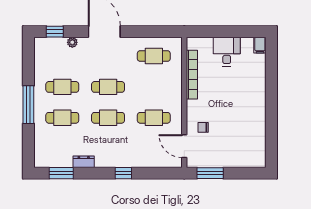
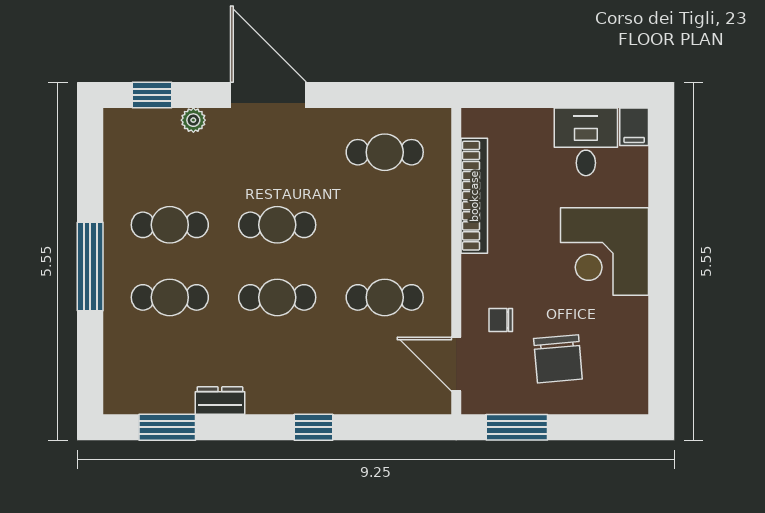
desk: (227, 52) -> (586, 142), moved
corner desk: (247, 98) -> (604, 252), added
chair: (228, 144) -> (558, 359), added

